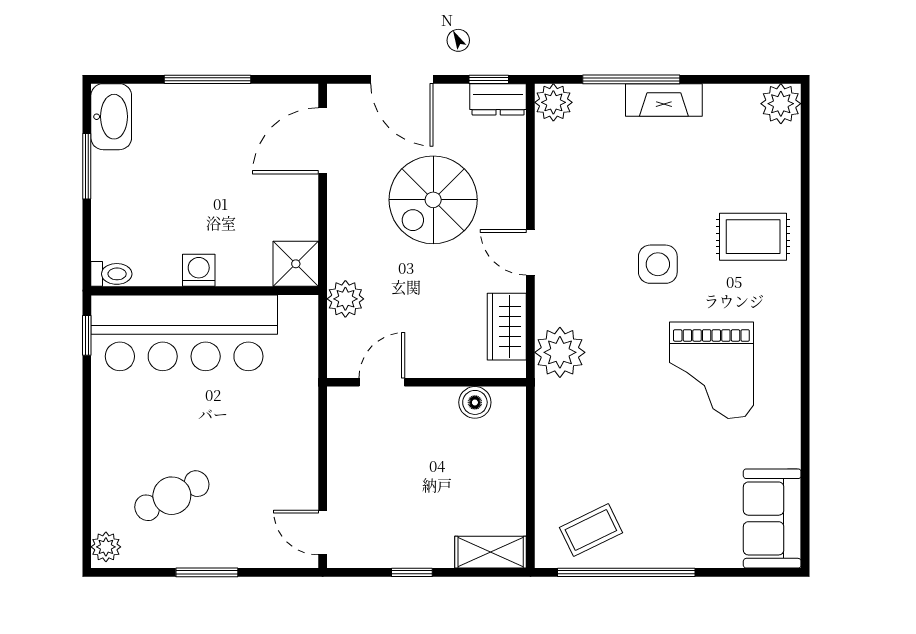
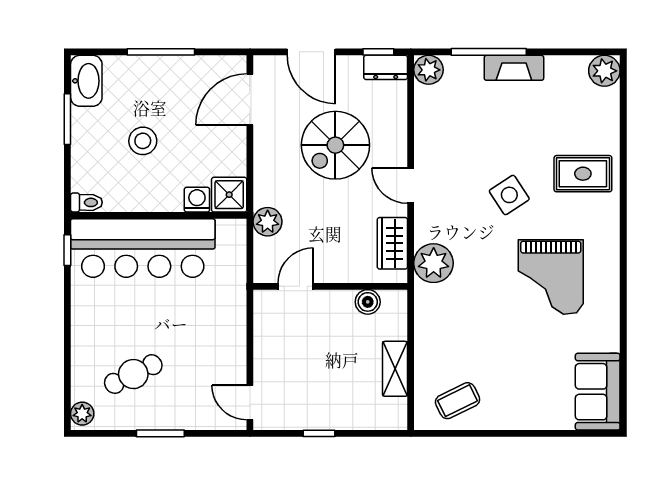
stool: (184, 194) -> (143, 141), added
side table: (658, 264) -> (509, 195), turned -33
washing machine: (199, 270) -> (197, 200), moved
shelving: (491, 552) -> (395, 369), moved, turned 90
window: (626, 572) -> (485, 433), removed

